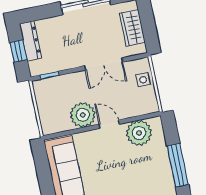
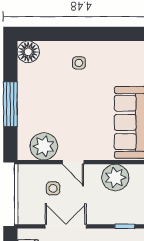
side table: (143, 80) -> (53, 188), moved
plant: (83, 115) -> (115, 178), moved

